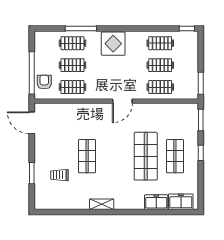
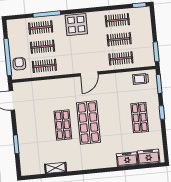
shop shelf: (146, 156) -> (88, 122), moved
trolley: (60, 175) -> (141, 79), moved
shelving: (102, 204) -> (56, 168), moved

